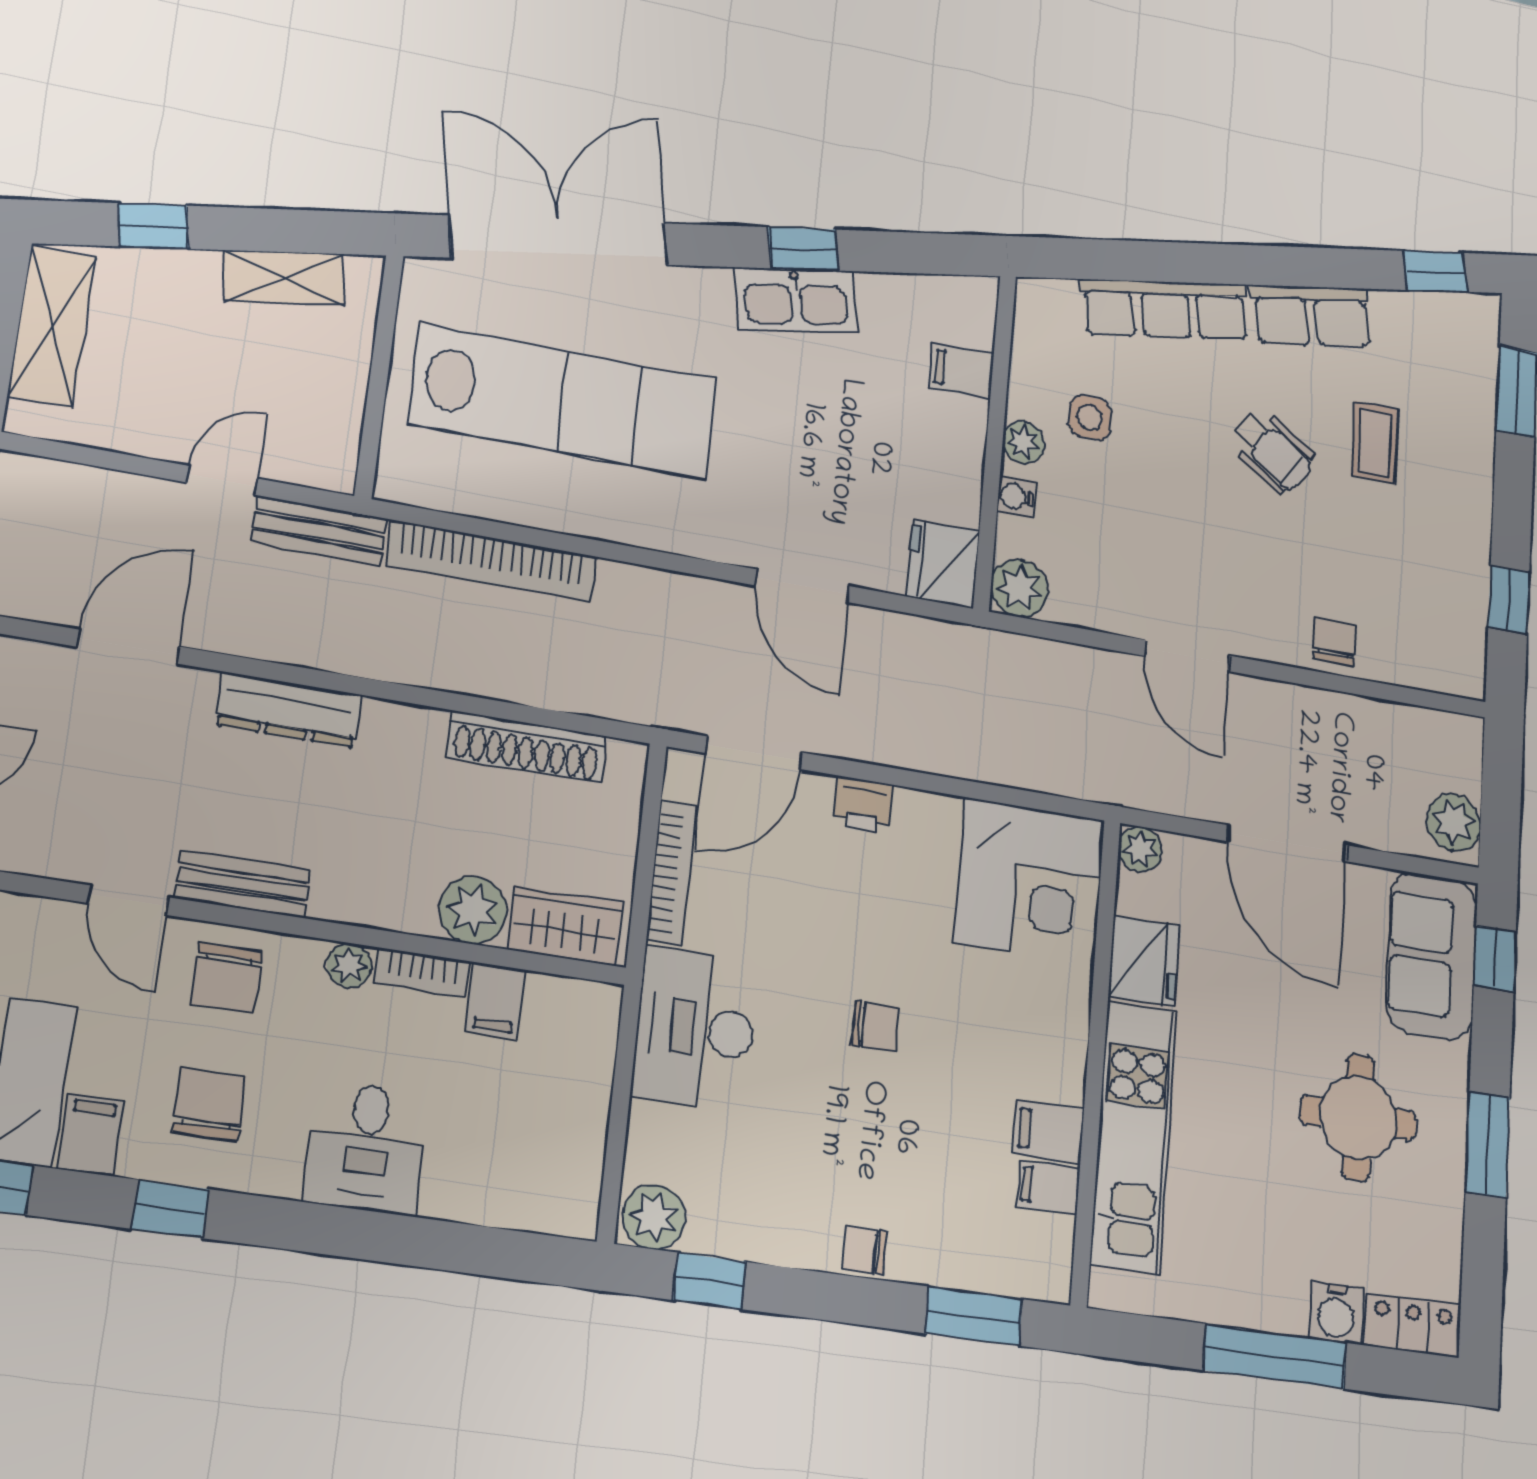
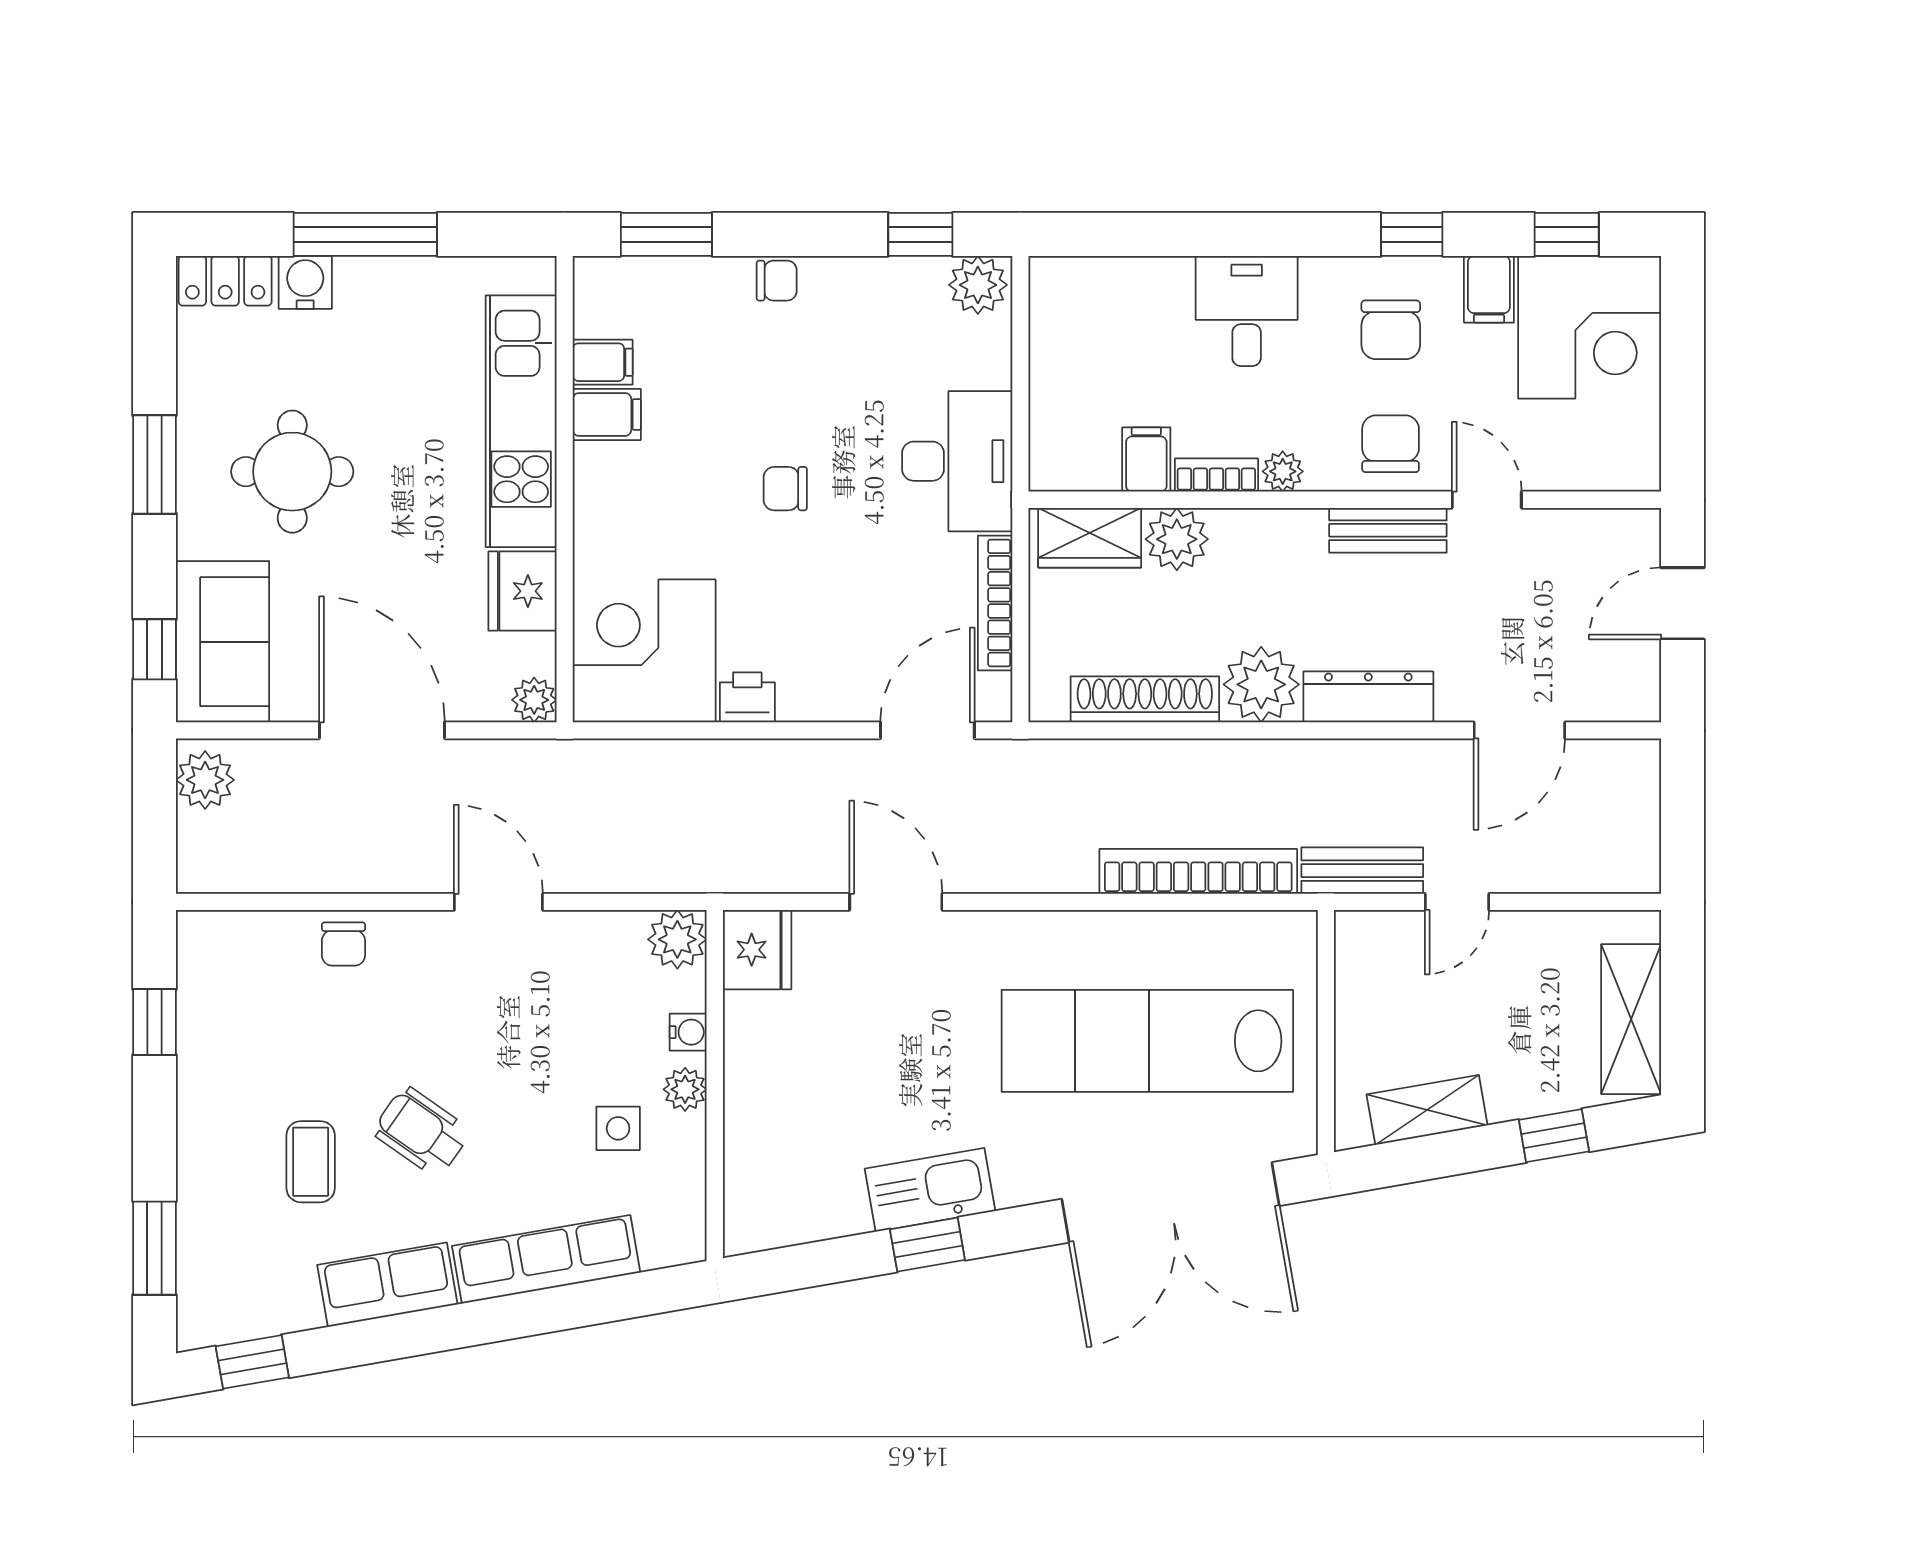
filing cabinet: (962, 371) -> (755, 1151), removed
plant: (401, 742) -> (1261, 684), added
printer: (863, 805) -> (747, 697), moved

